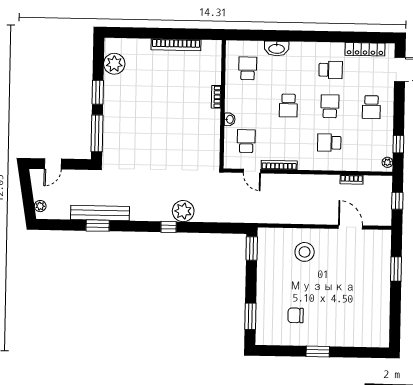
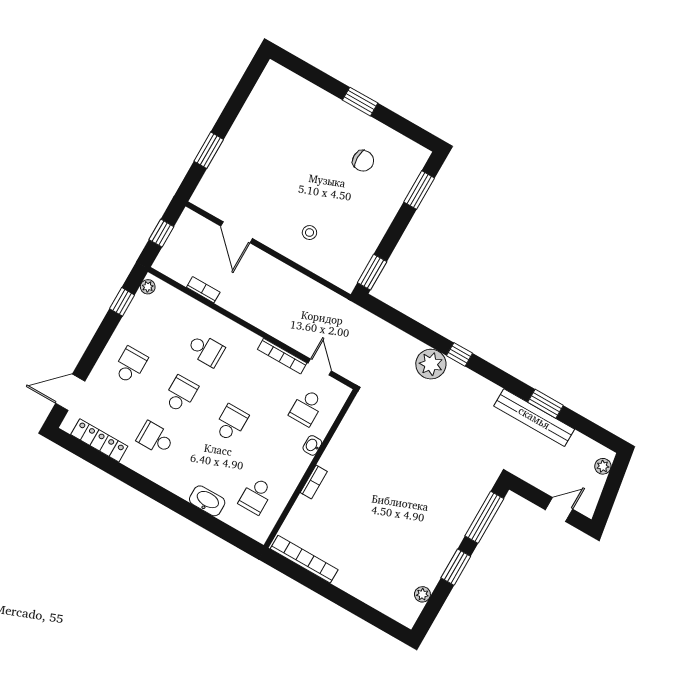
bookcase: (176, 45) -> (304, 559), moved
plant: (114, 64) -> (422, 594), width x0.53, depth x0.53
school desk: (330, 106) -> (181, 394), turned 180
stool: (305, 252) -> (309, 233), width x0.53, depth x0.53

